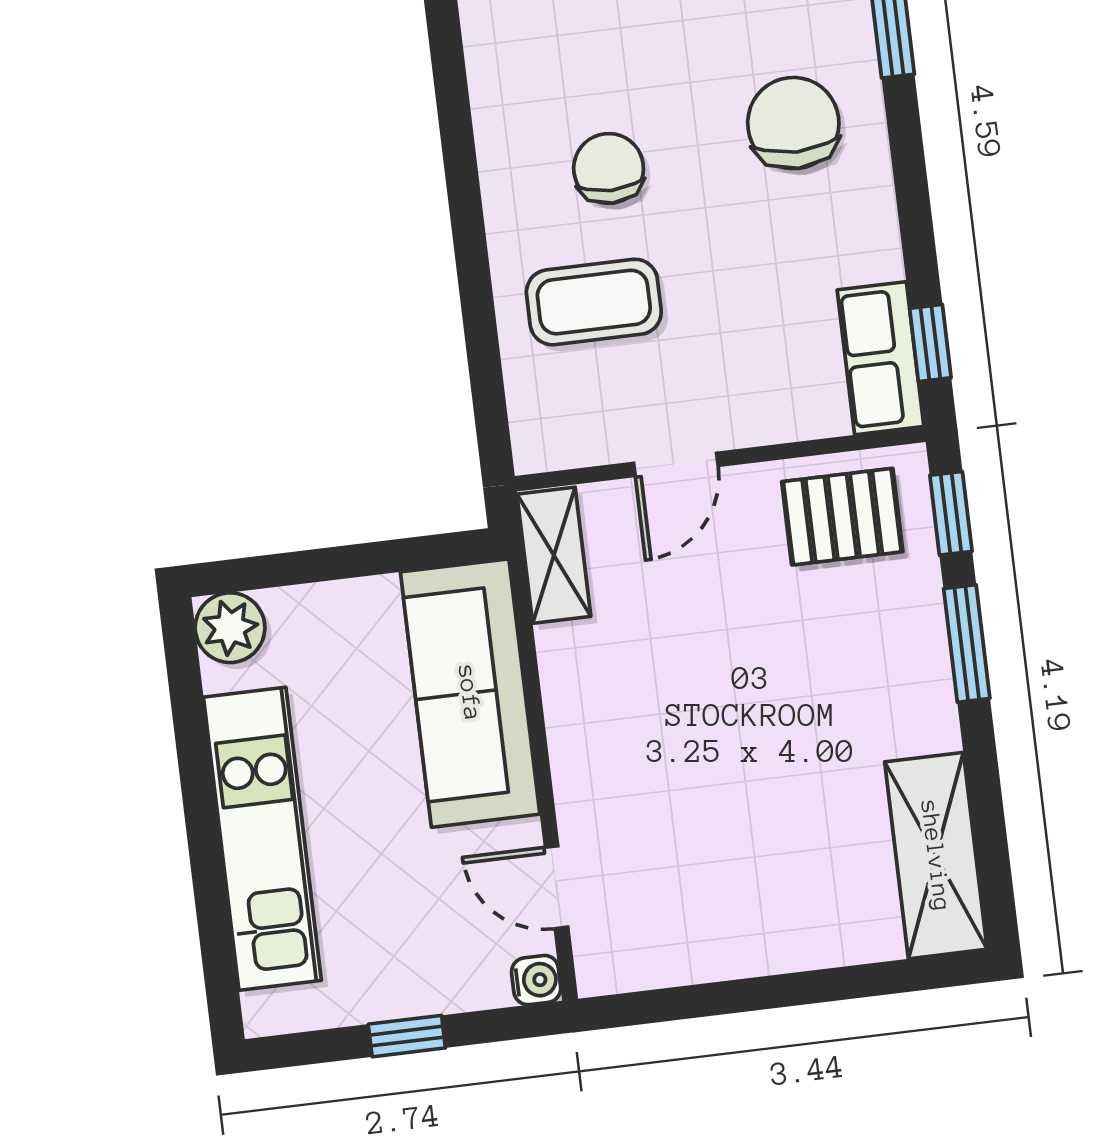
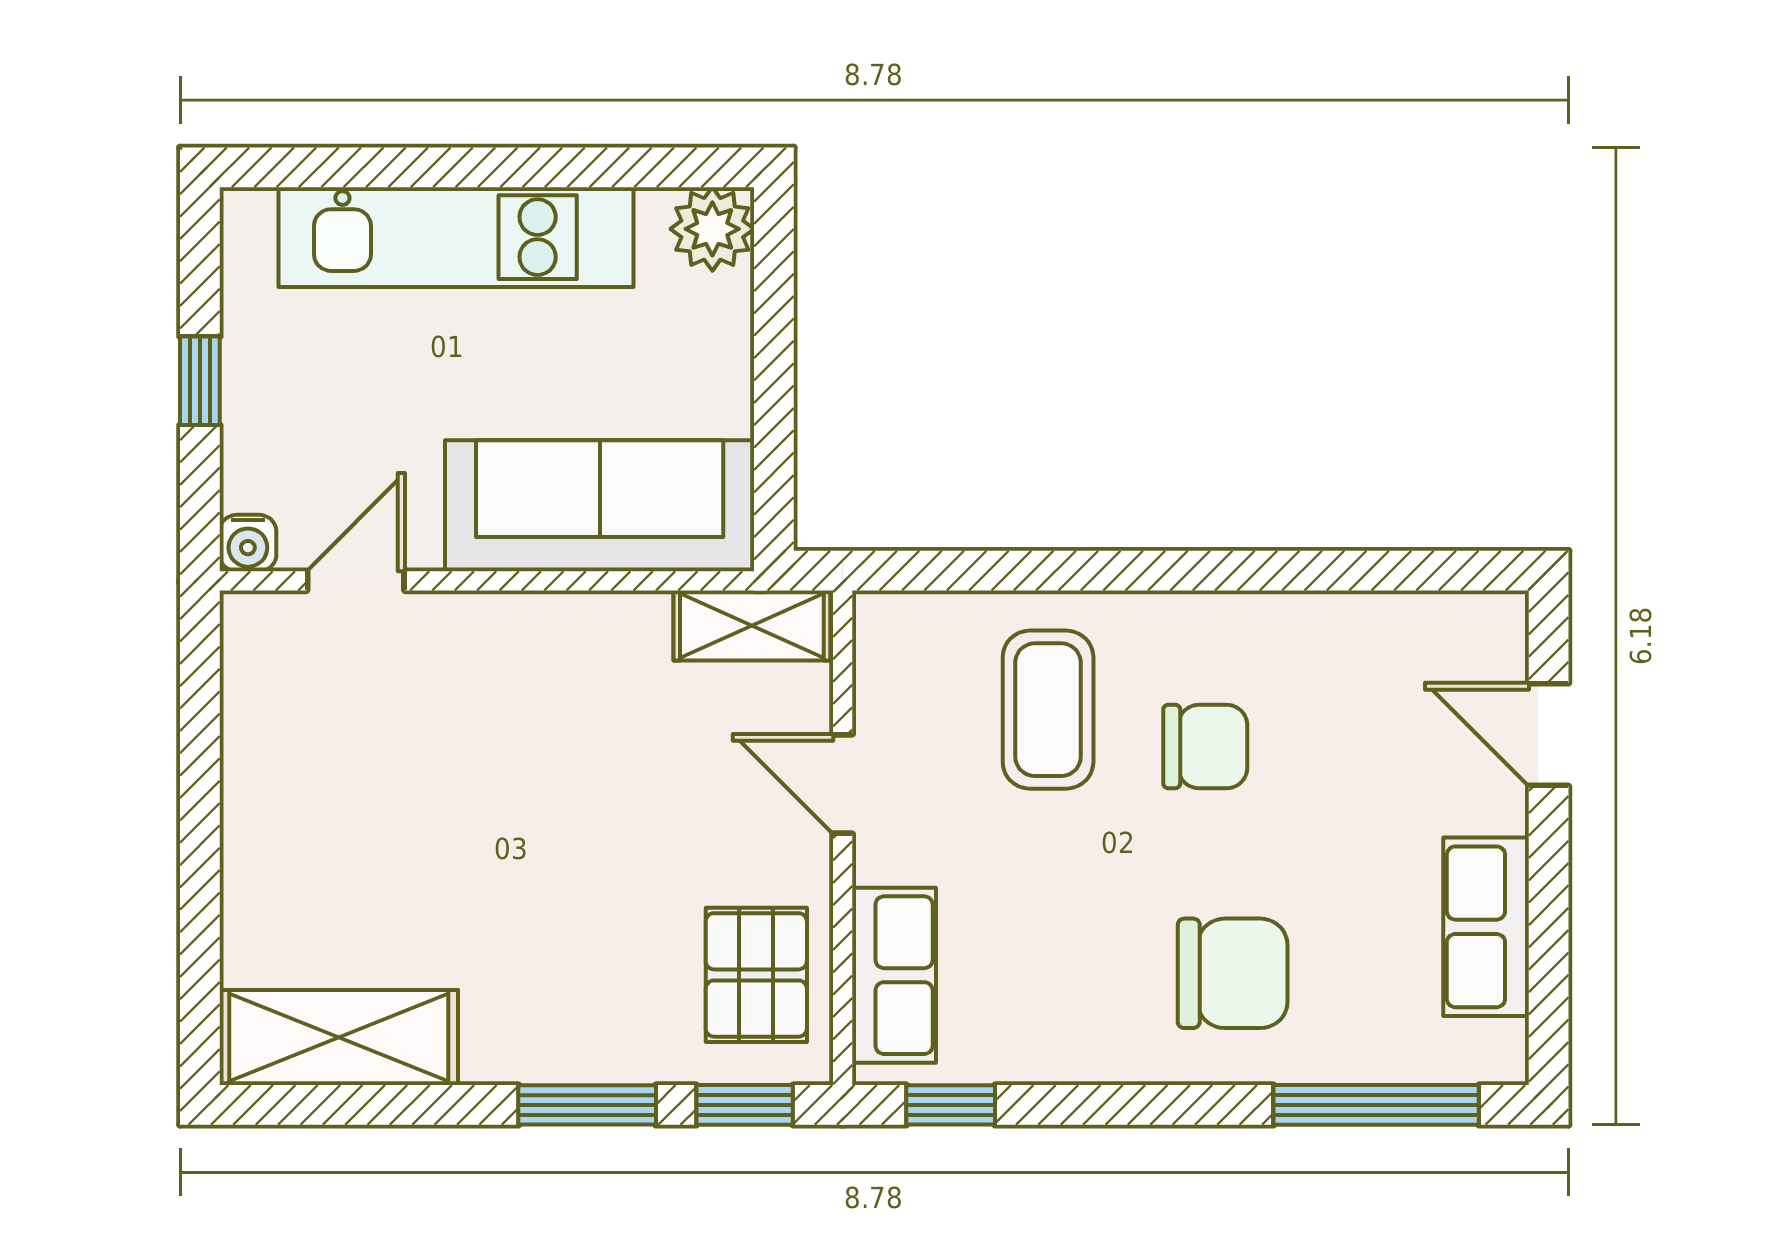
row of seats: (880, 358) -> (894, 975), moved, turned 90

